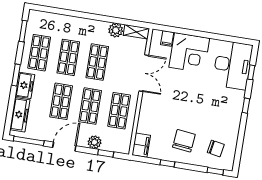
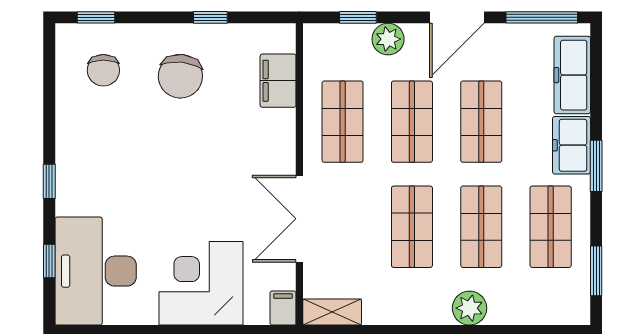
plant: (116, 30) -> (470, 308), moved
filing cabinet: (167, 38) -> (283, 308), moved
filing cabinet: (141, 145) -> (278, 81), moved
chair: (216, 148) -> (103, 70), turned -100

